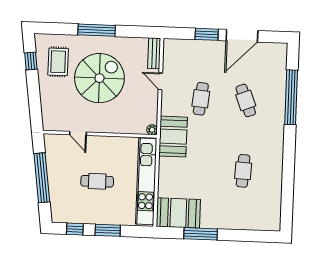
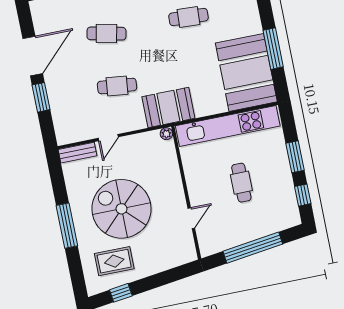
door: (242, 36) -> (33, 56), hinge flipped
cafe table: (246, 100) -> (106, 34), turned 33
booth: (178, 213) -> (246, 72), width x1.36, depth x1.42

